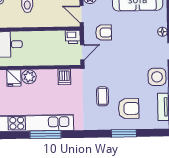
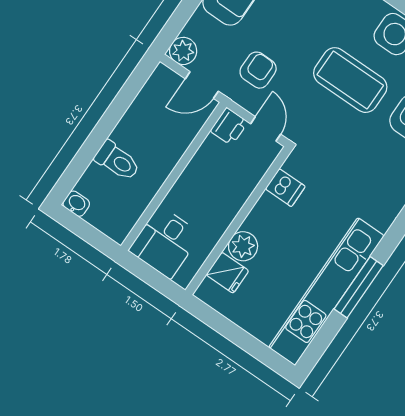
coffee table: (102, 96) -> (350, 80), moved, width x1.86, depth x1.72

